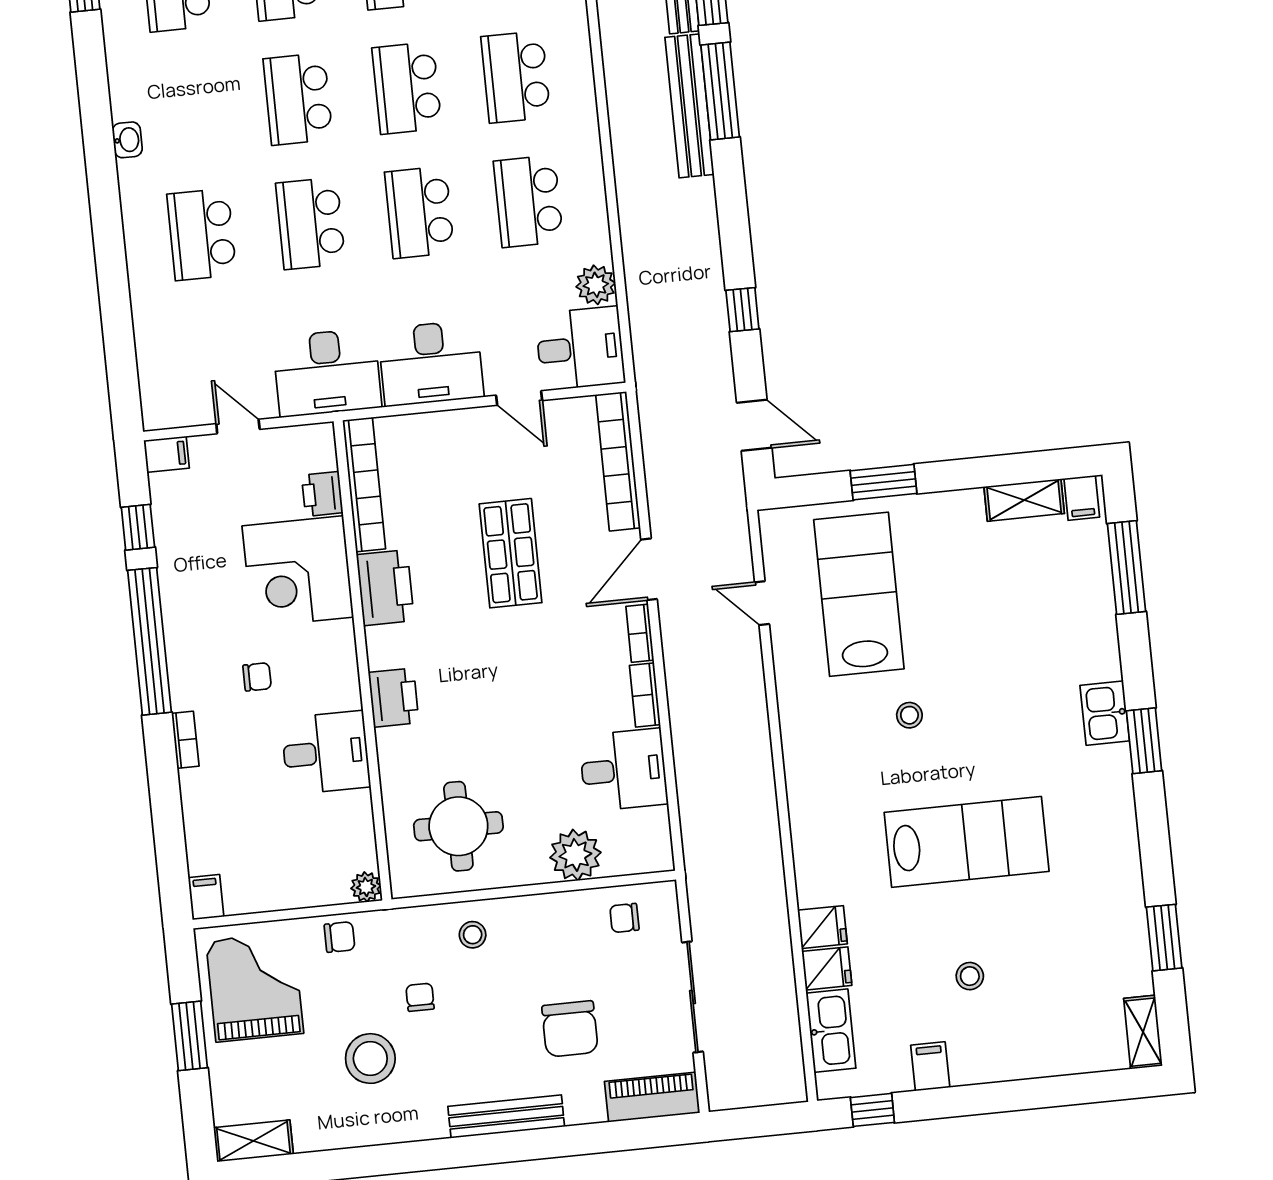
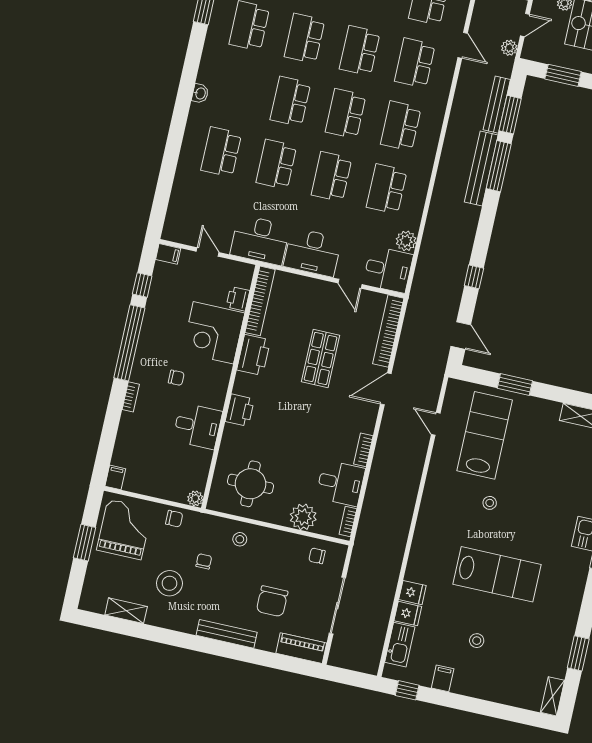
bookcase: (640, 633) -> (348, 521), moved
shelving: (253, 1141) -> (126, 611), moved

